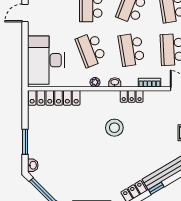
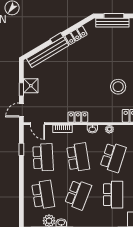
school desk: (91, 50) -> (113, 157), turned 39
stool: (114, 128) -> (118, 87), moved

